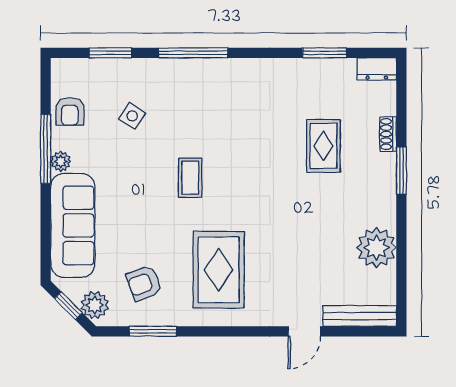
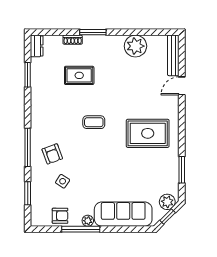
coffee table: (190, 178) -> (94, 122), moved
armchair: (144, 283) -> (52, 154), moved
door: (304, 331) -> (182, 86), swing flipped

